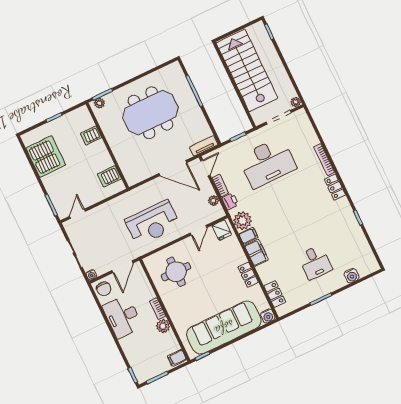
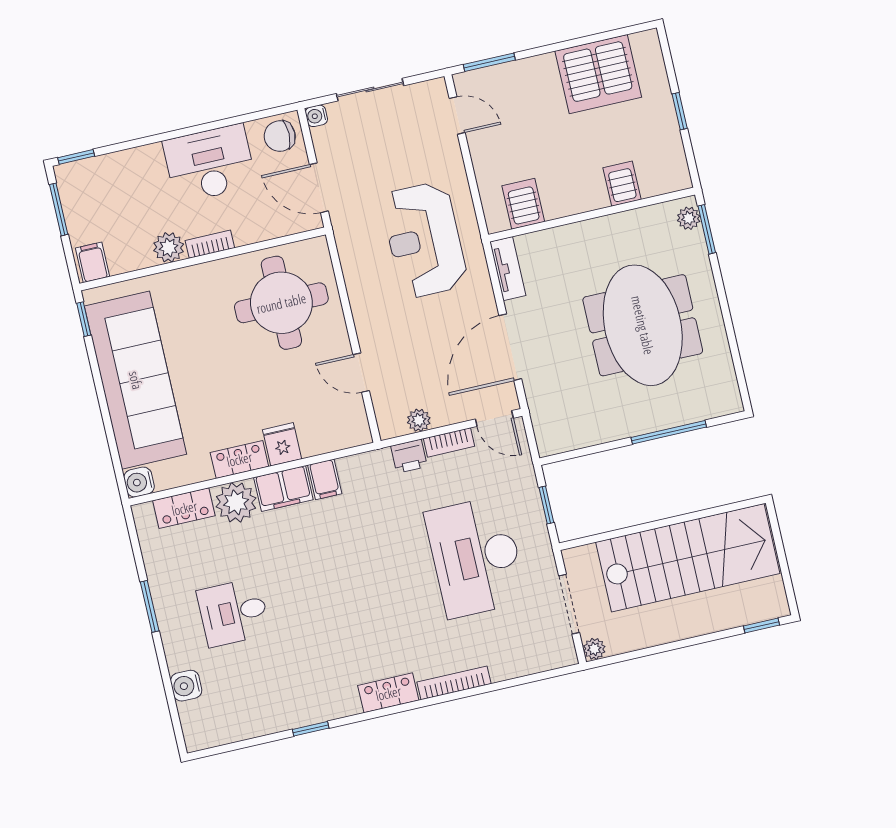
tv unit: (204, 146) -> (508, 269), moved
plant: (243, 221) -> (236, 502), moved
reception desk: (153, 223) -> (424, 240), moved
fridge: (222, 230) -> (282, 444), moved, turned 90
round table: (176, 272) -> (281, 303), width x1.36, depth x1.36

